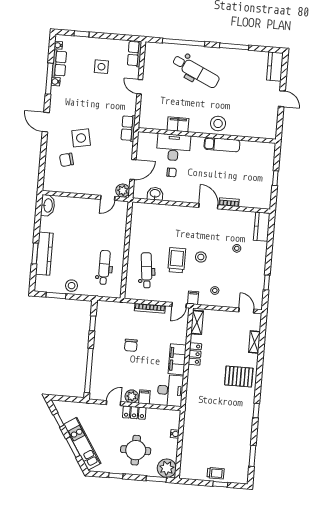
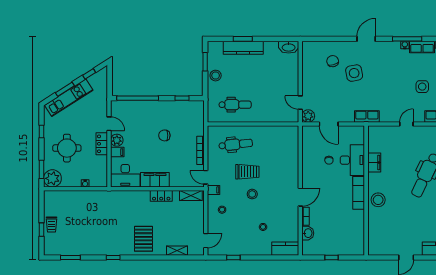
exam couch: (222, 145) -> (359, 193), moved
washbasin: (155, 194) -> (308, 233), moved

